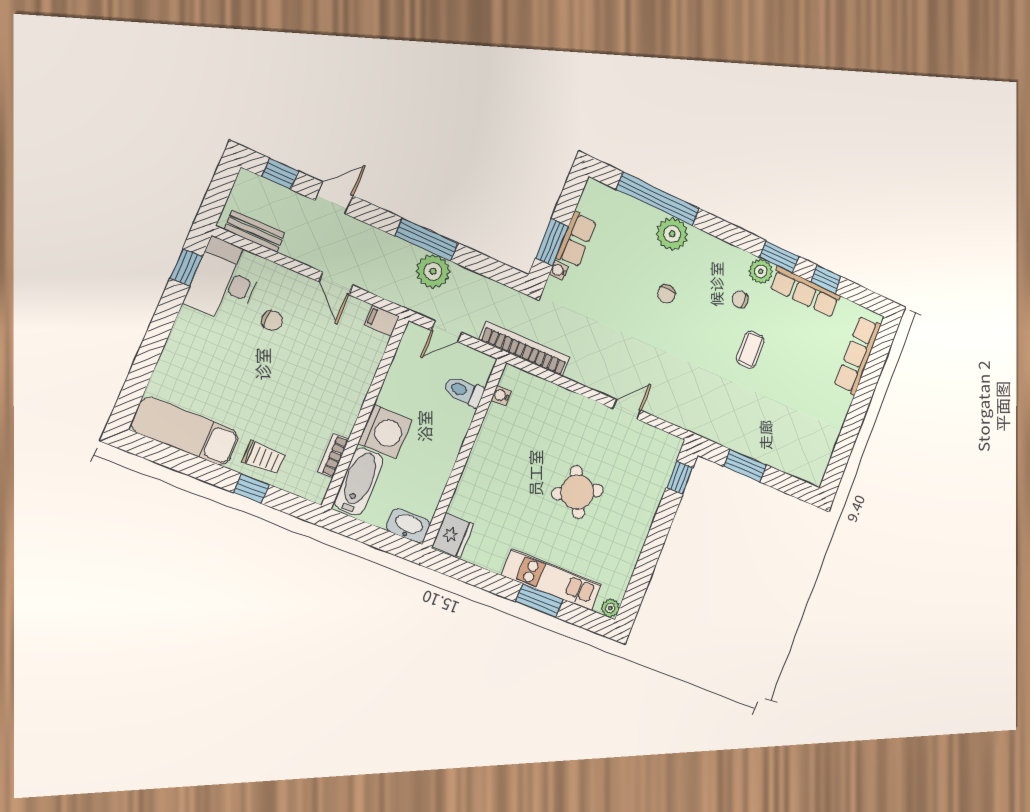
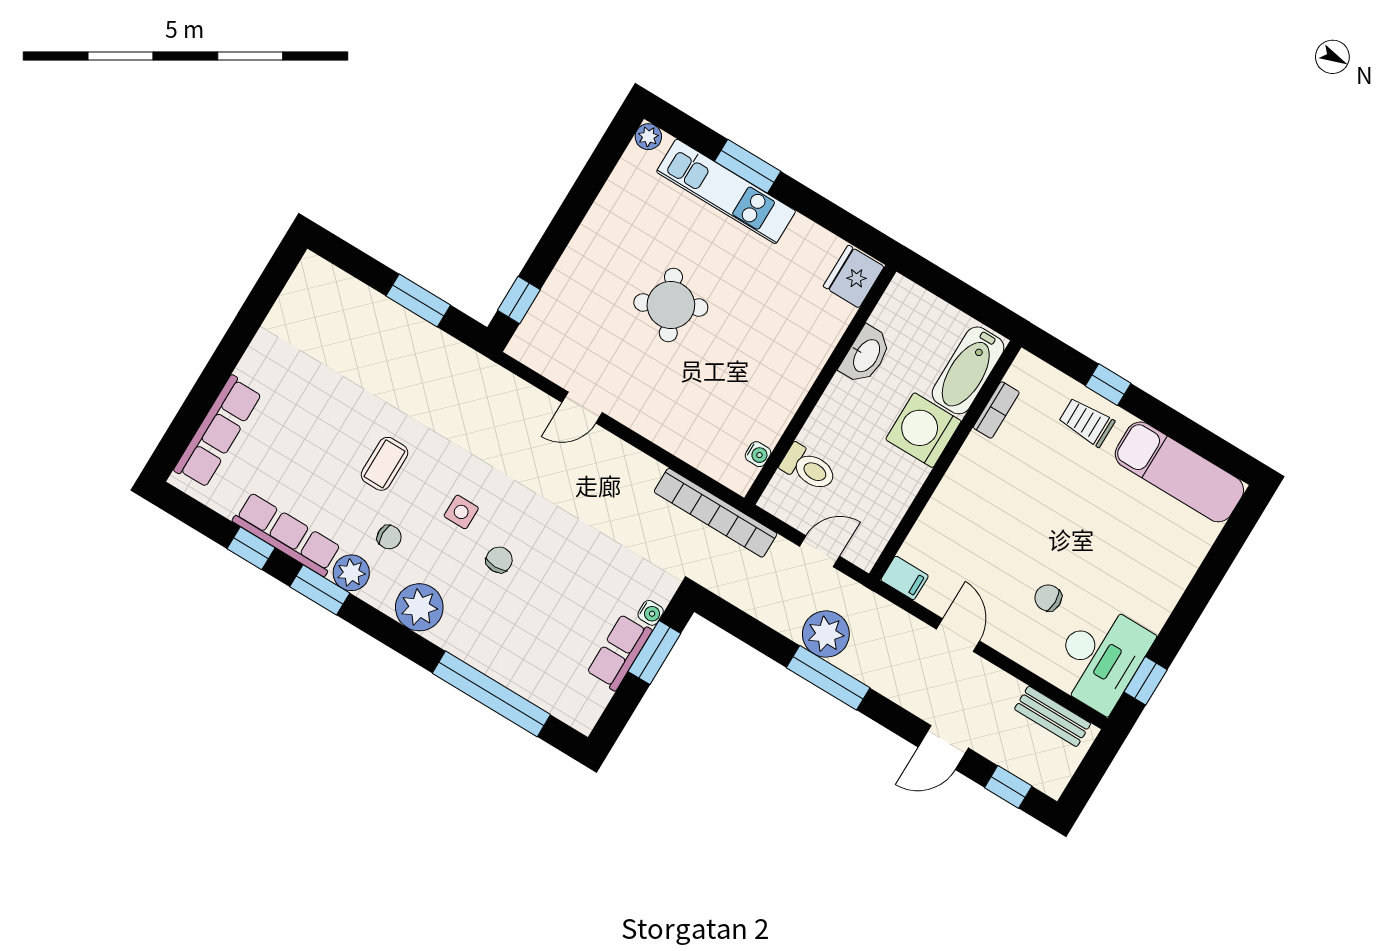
plant: (672, 234) -> (419, 607), moved
side table: (696, 324) -> (461, 512), added
washbasin: (408, 526) -> (866, 355), moved, turned -90

